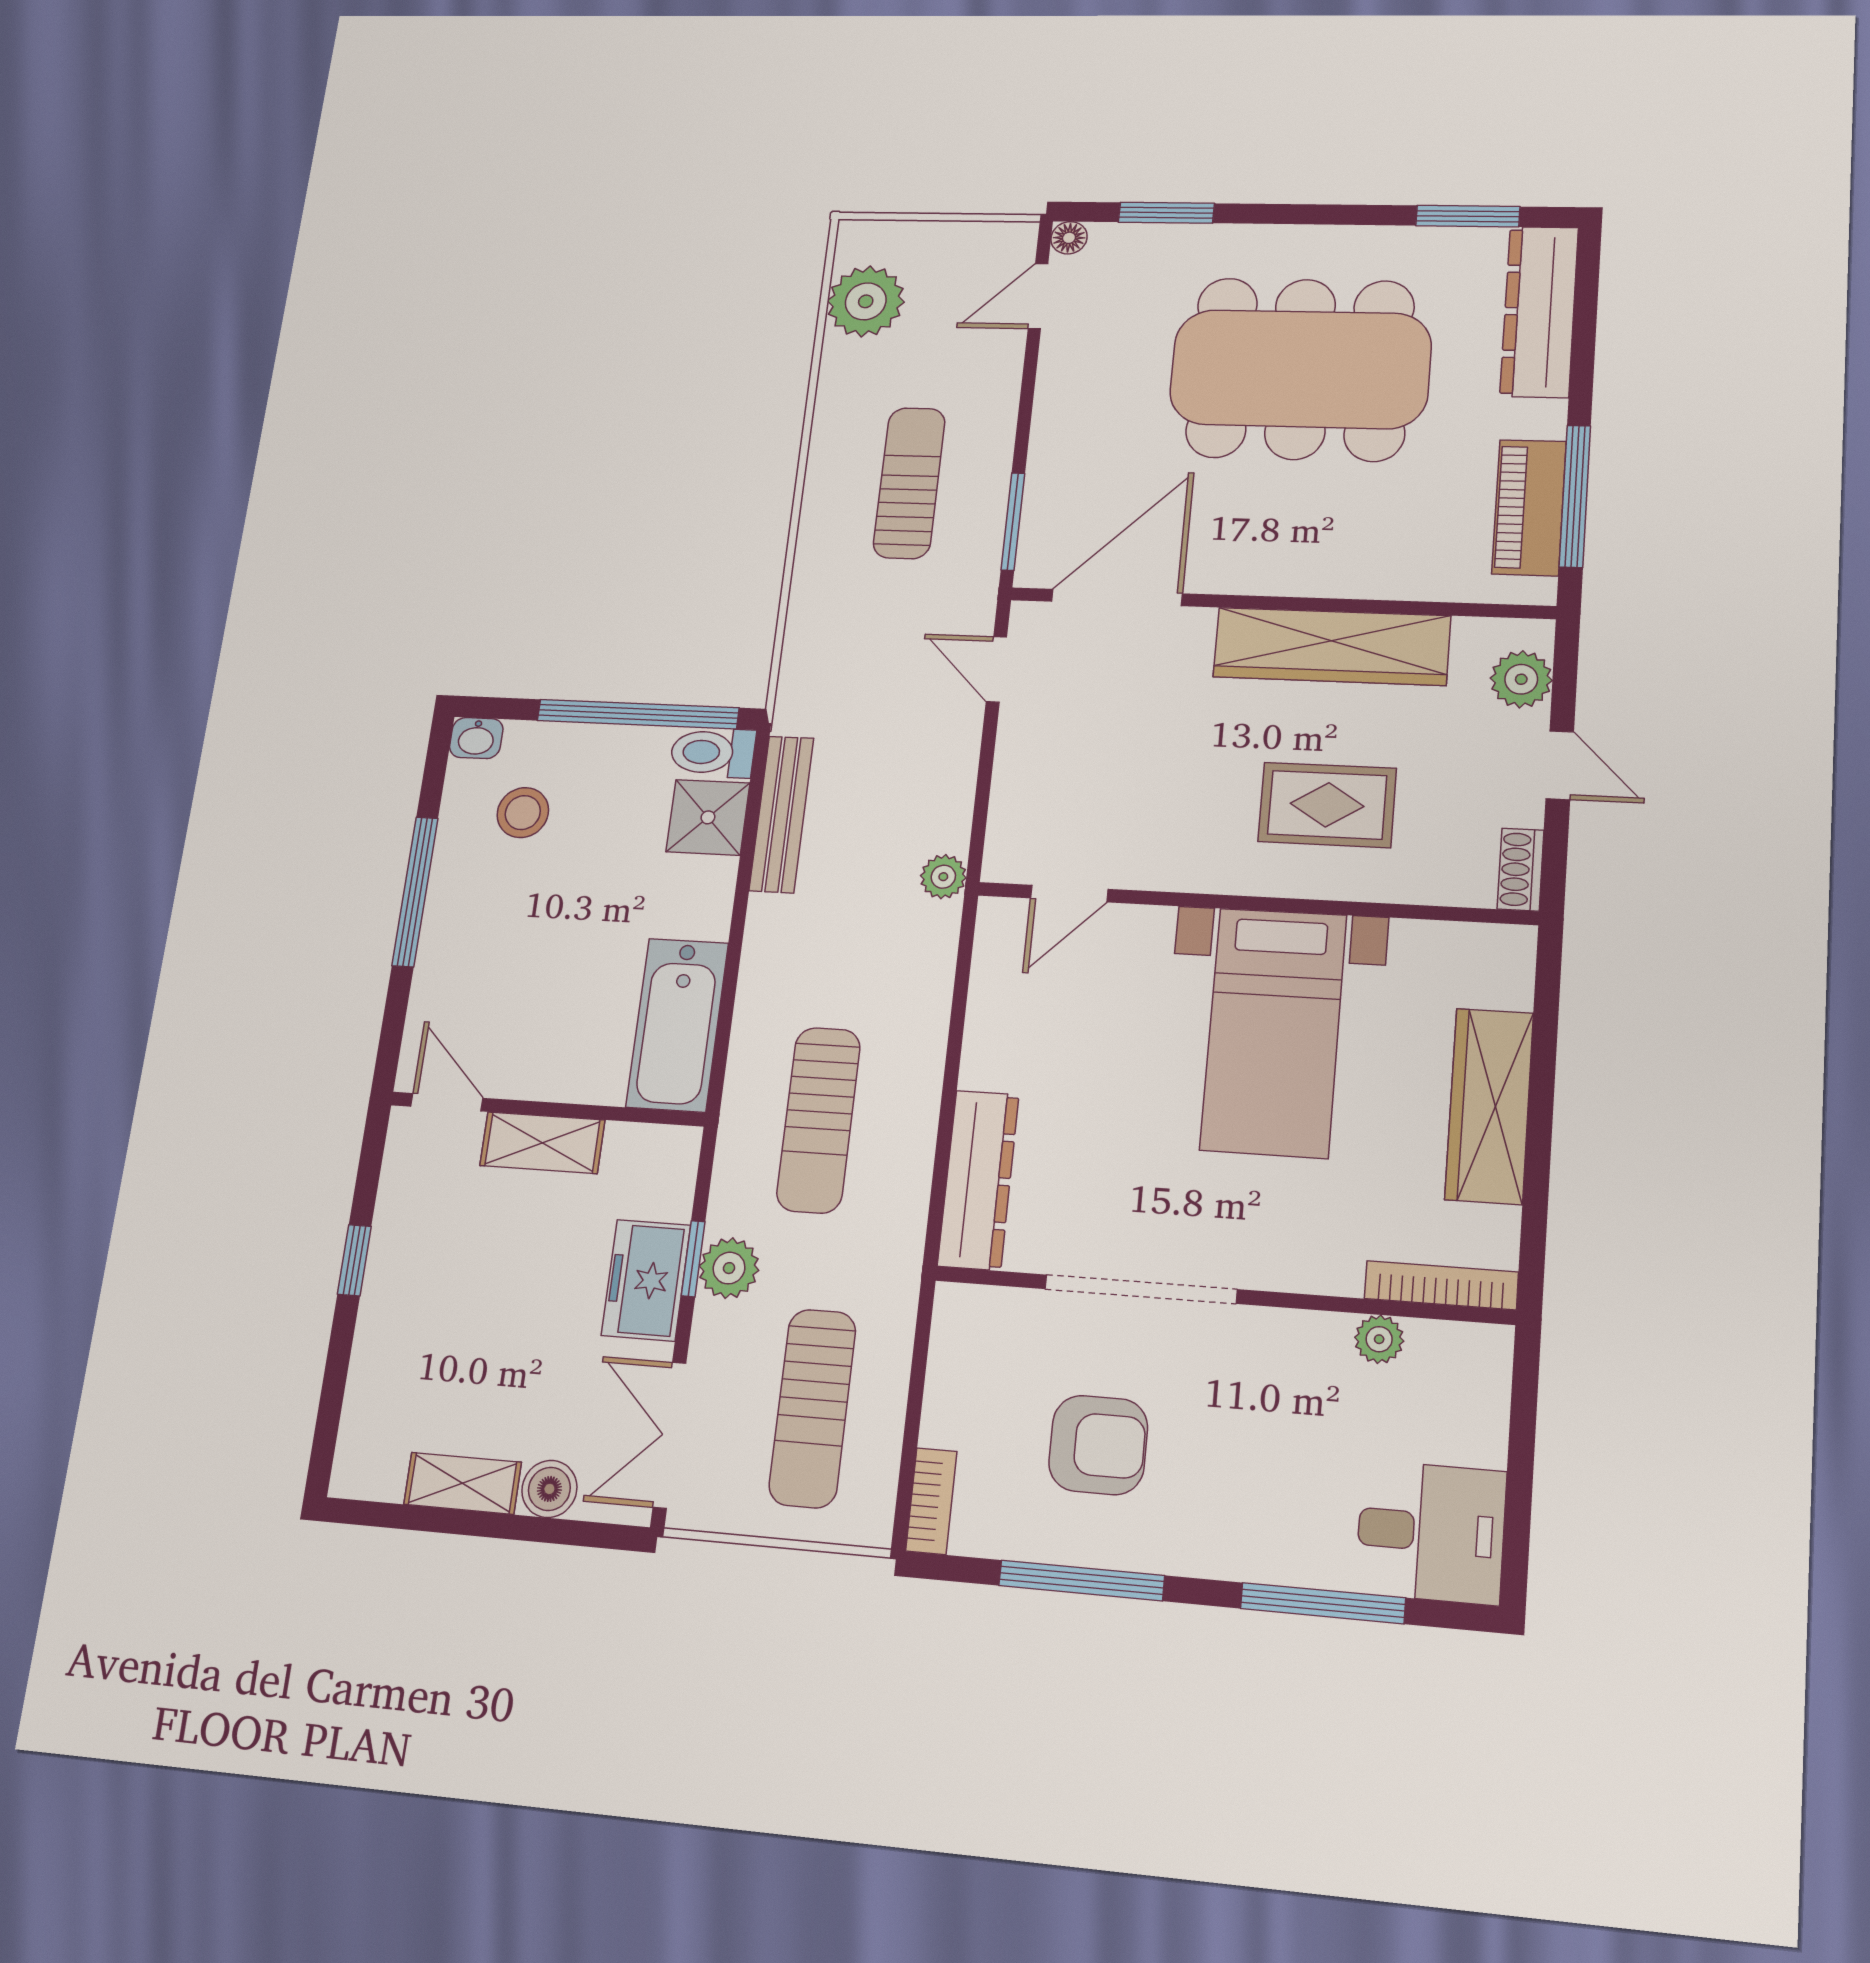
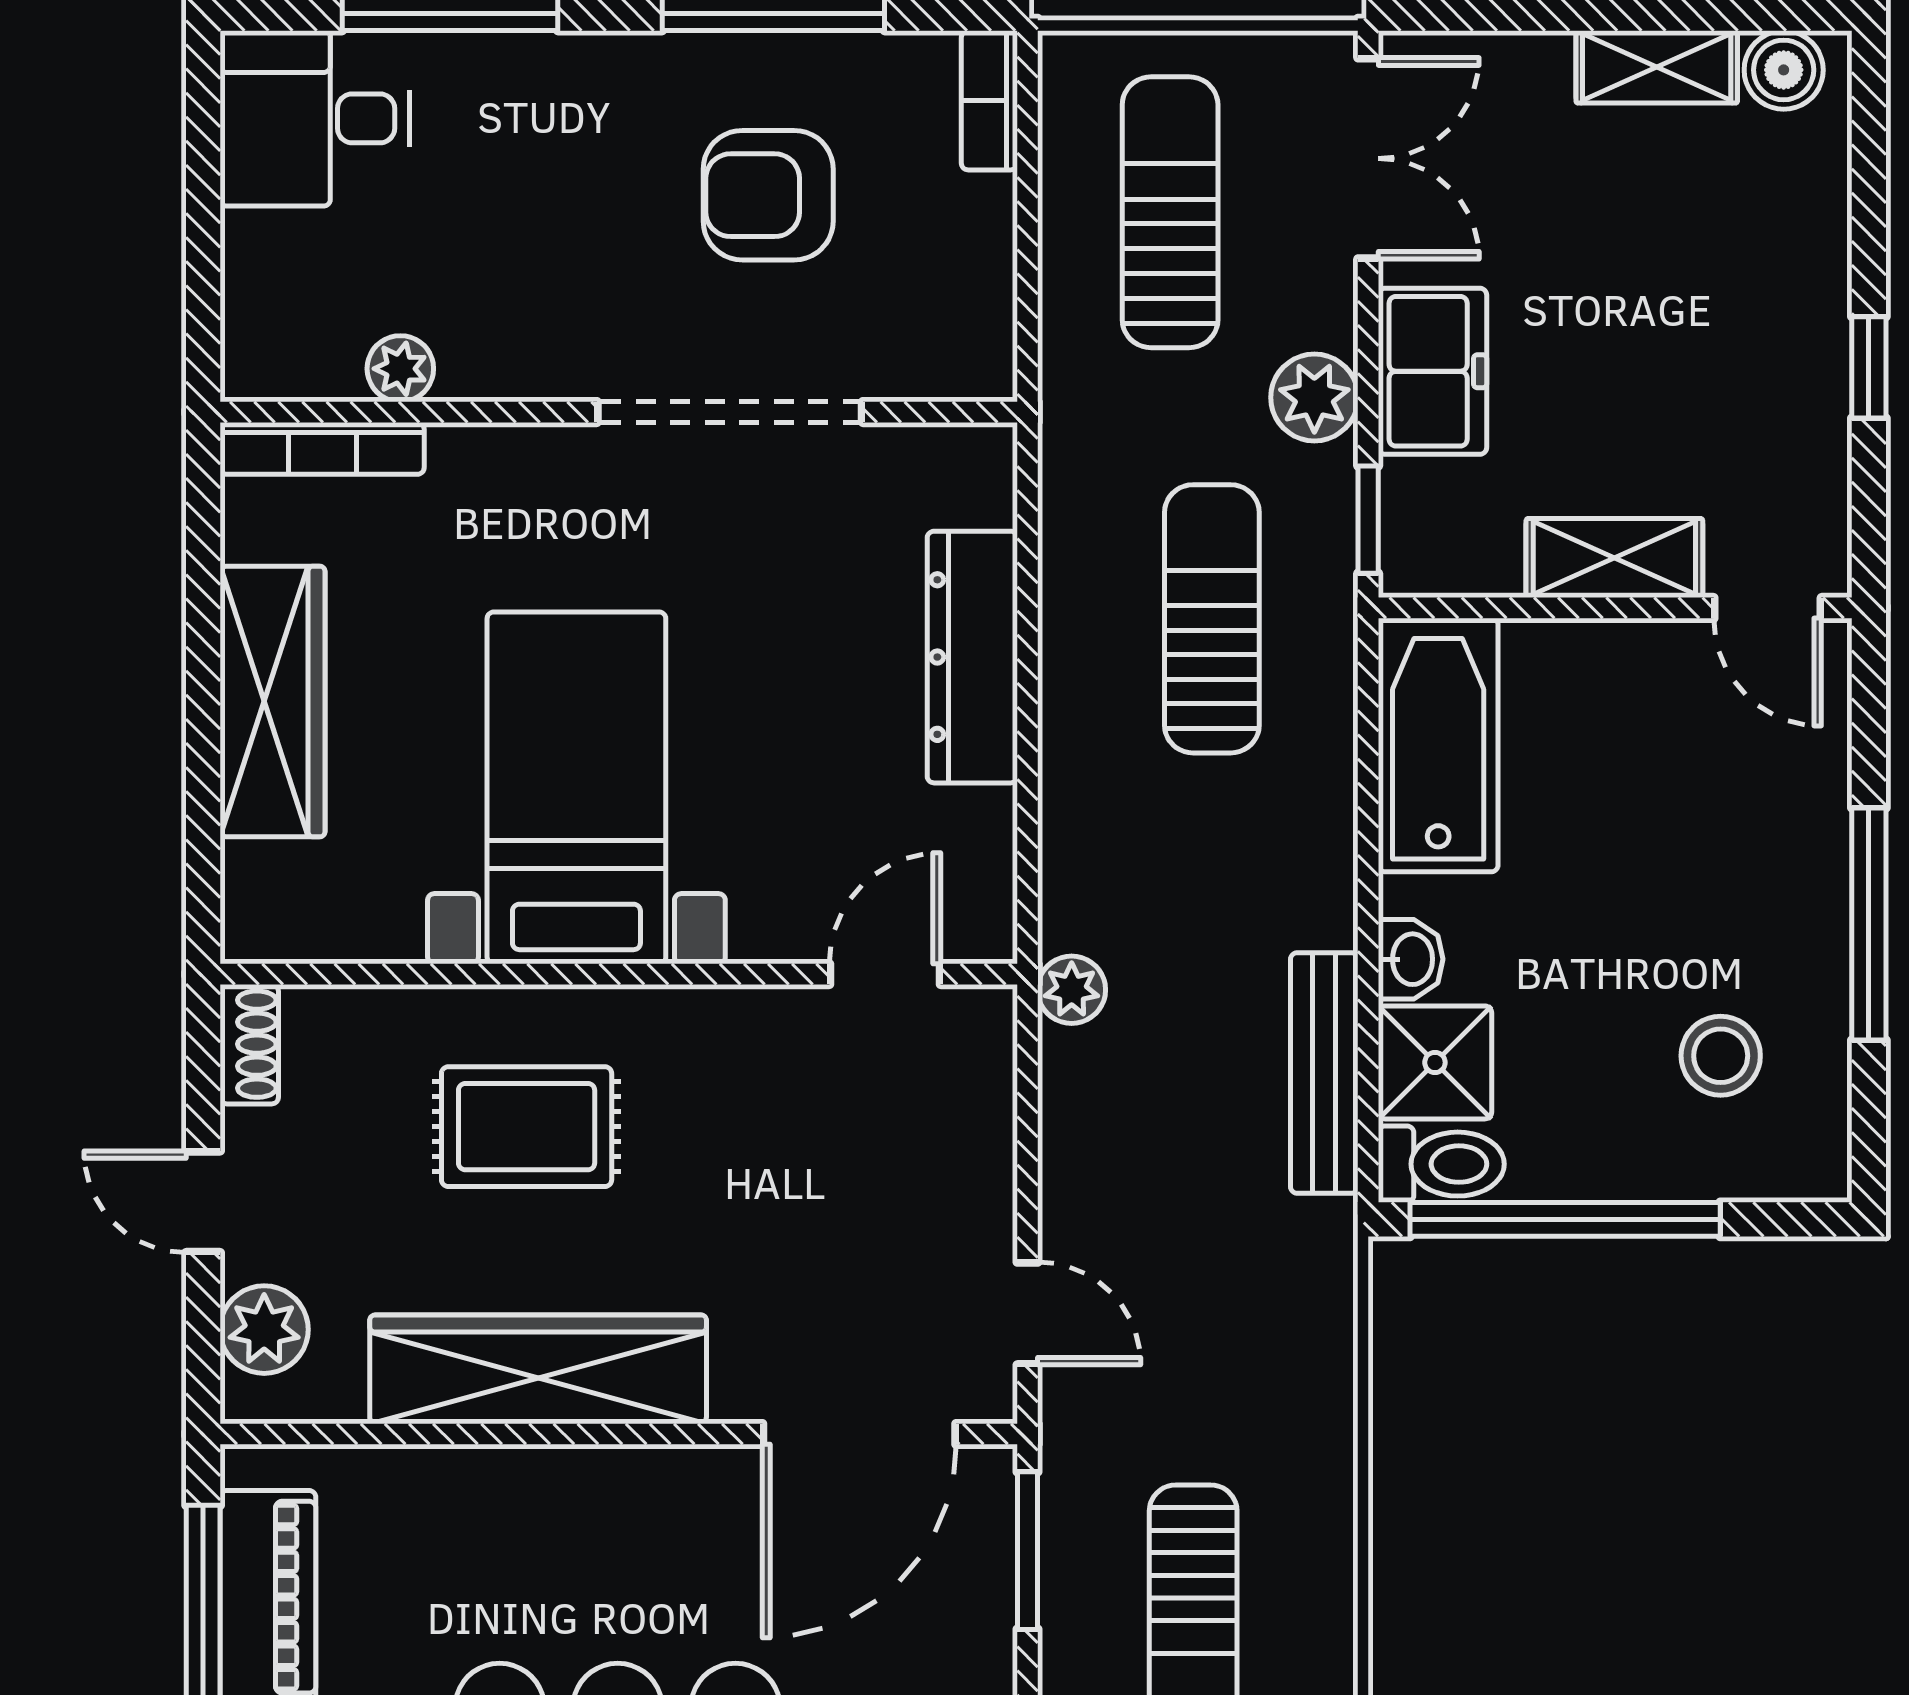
washbasin: (476, 738) -> (1411, 959), moved, turned 90
dresser: (978, 1180) -> (972, 657), moved
window: (693, 1259) -> (1368, 520), moved
boiler: (549, 1489) -> (1784, 70), moved

